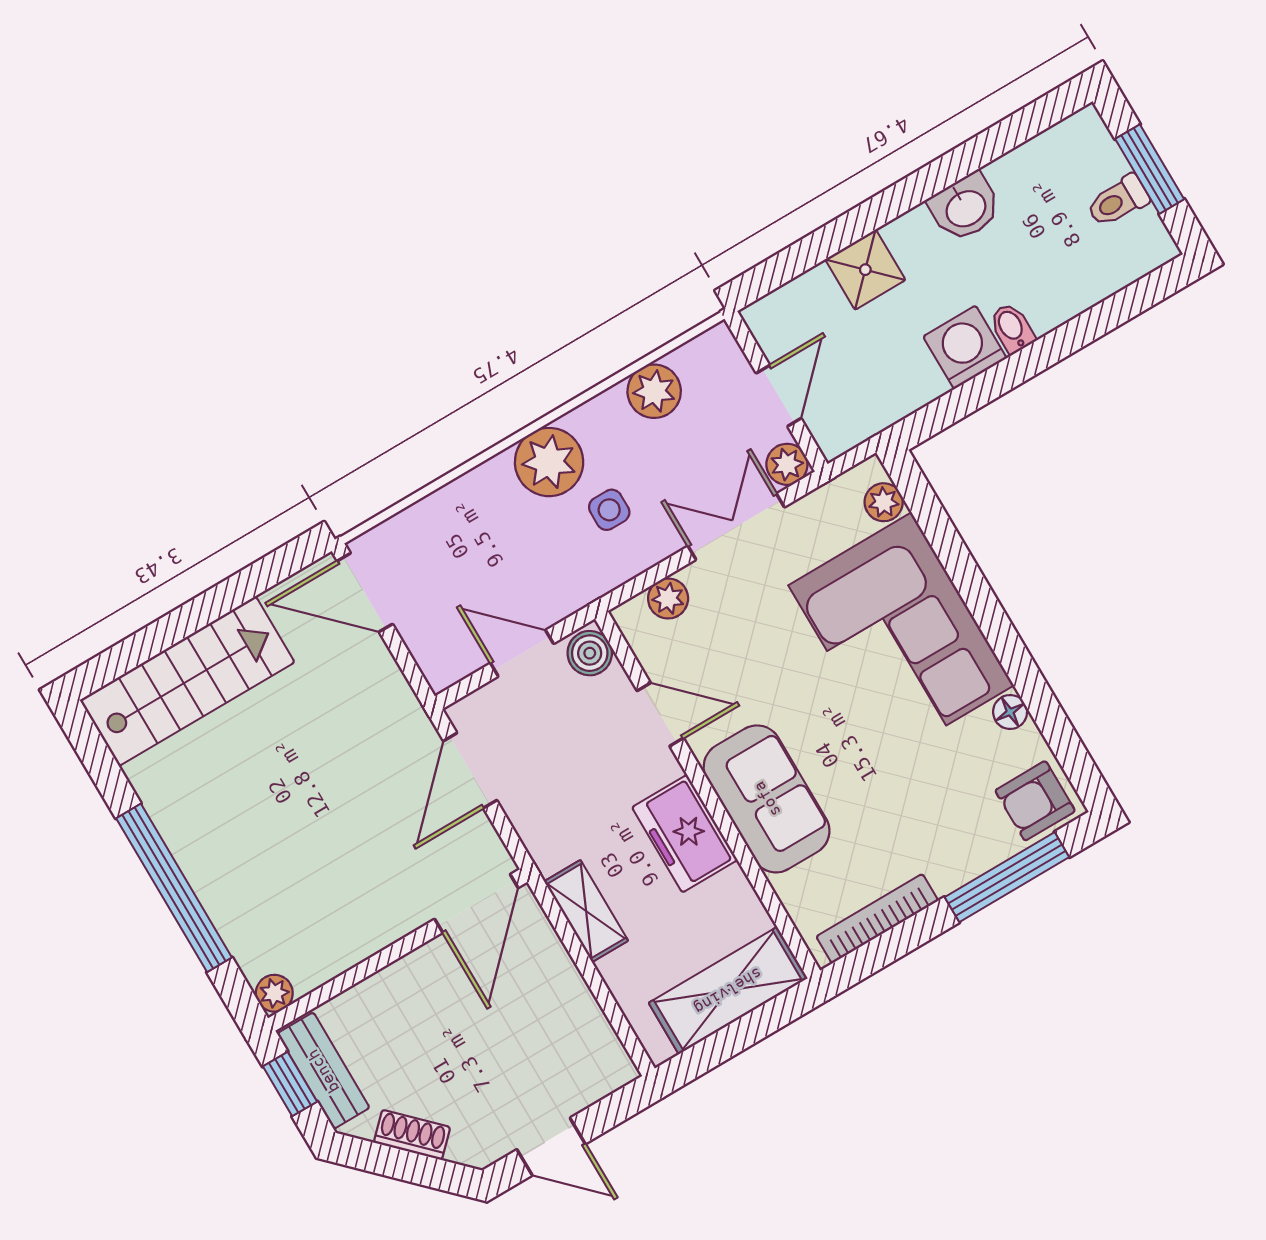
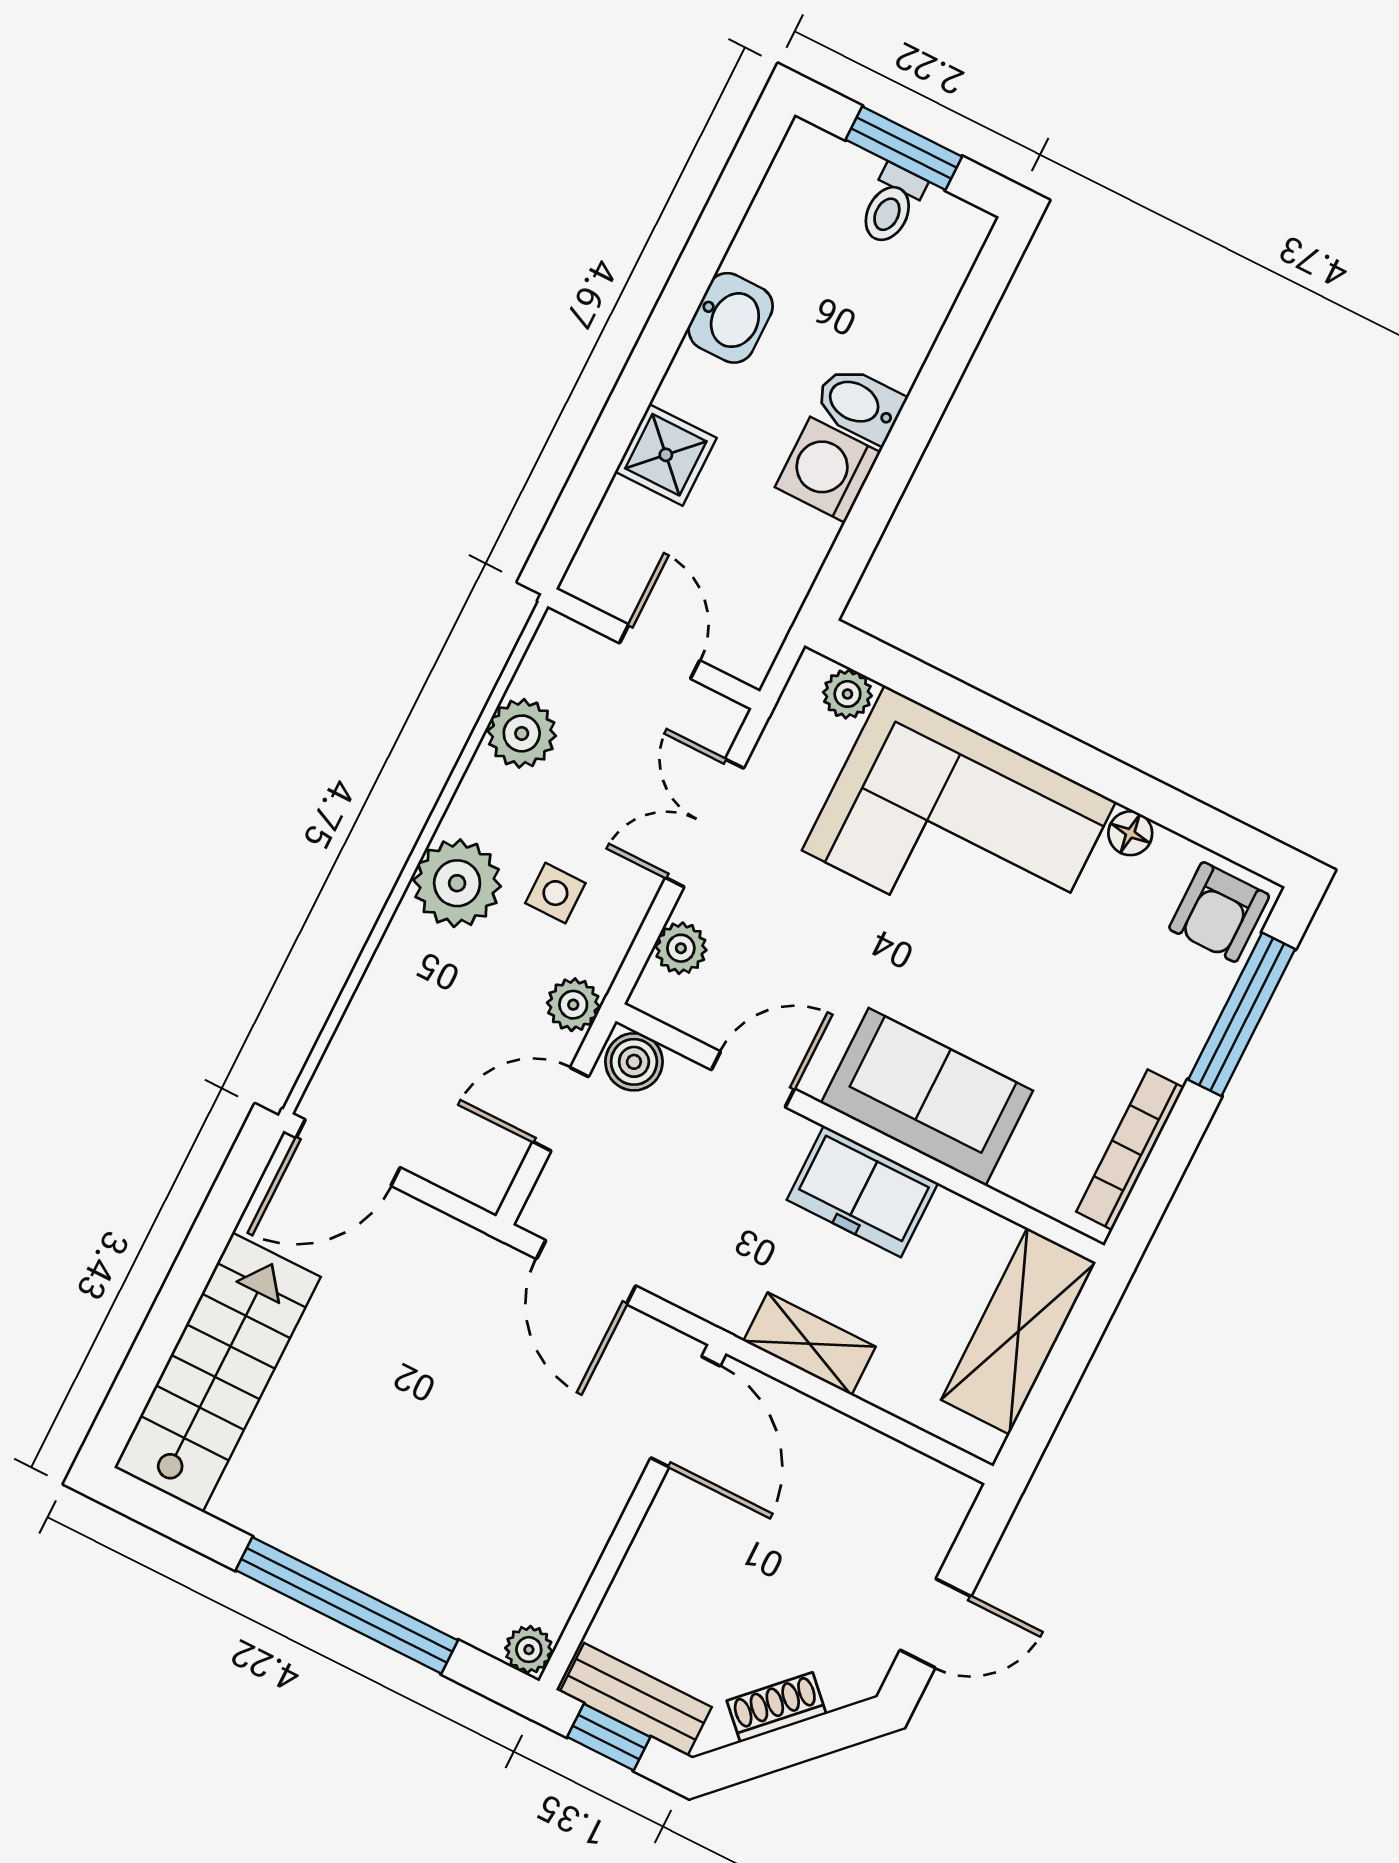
bidet: (1012, 328) -> (859, 404), width x1.38, depth x1.36
plant: (787, 464) -> (573, 1005), moved

